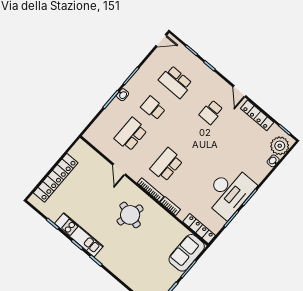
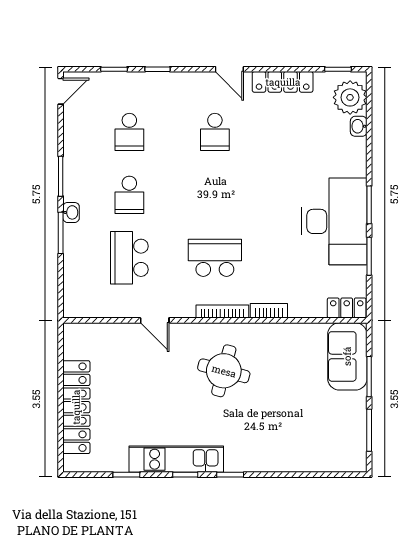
school desk: (175, 82) -> (129, 132), width x0.54
school desk: (153, 108) -> (129, 195), turned -90
school desk: (166, 165) -> (215, 258), turned 90
locker: (199, 229) -> (347, 308), width x0.66

